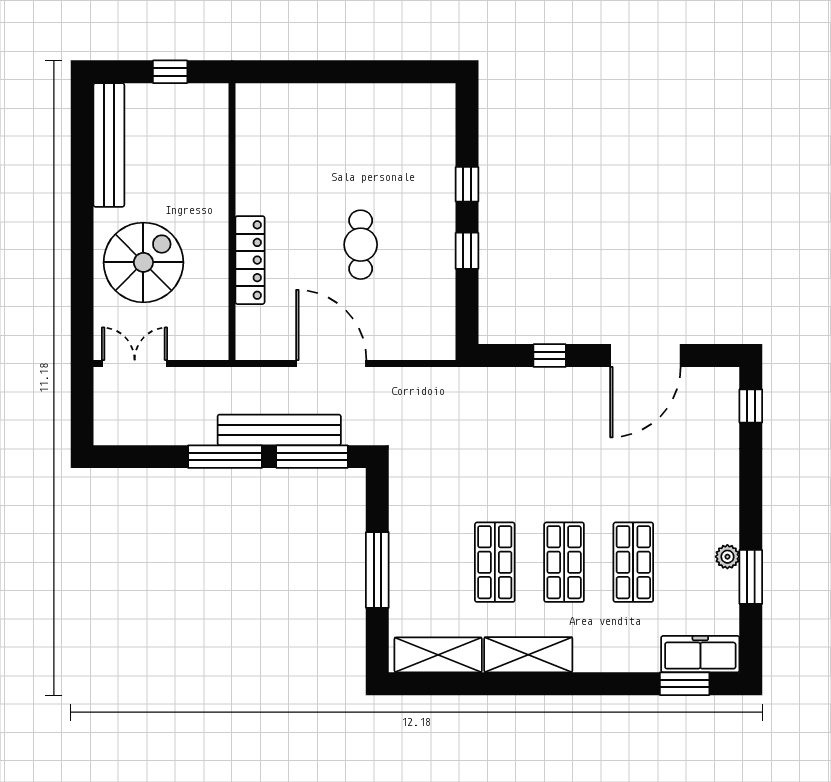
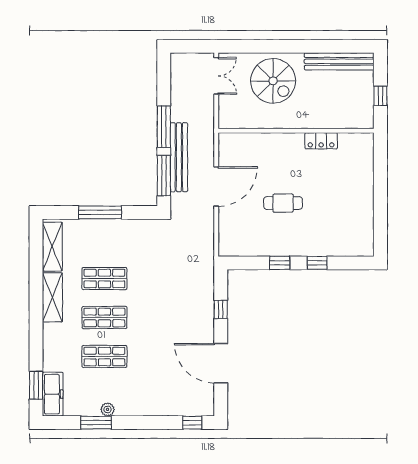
locker: (250, 260) -> (321, 141), moved, width x0.66

